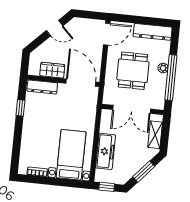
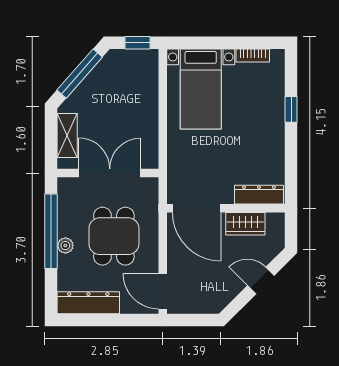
door: (55, 28) -> (261, 281), moved
door: (107, 34) -> (163, 291), hinge flipped
window: (20, 108) -> (291, 109), moved
freezer: (106, 151) -> (145, 100), removed
window: (144, 172) -> (80, 74), width x1.44

